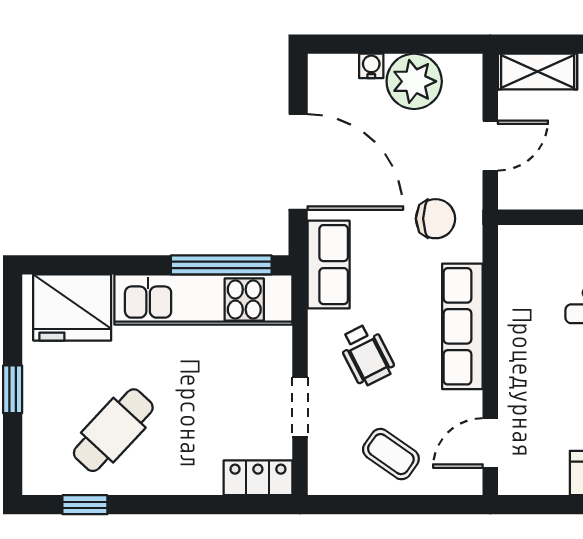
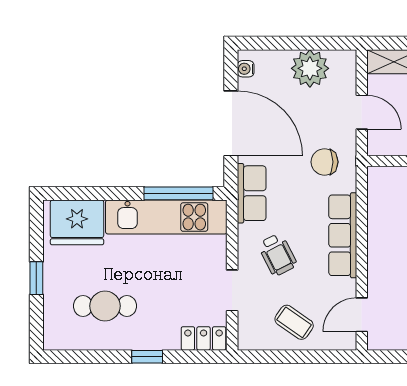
water cooler: (371, 66) -> (246, 69), moved, turned -90
door: (490, 146) -> (362, 112), hinge flipped
chair: (436, 219) -> (324, 162), turned 180
cafe table: (113, 430) -> (105, 306), turned 47
window: (85, 505) -> (147, 357), moved

